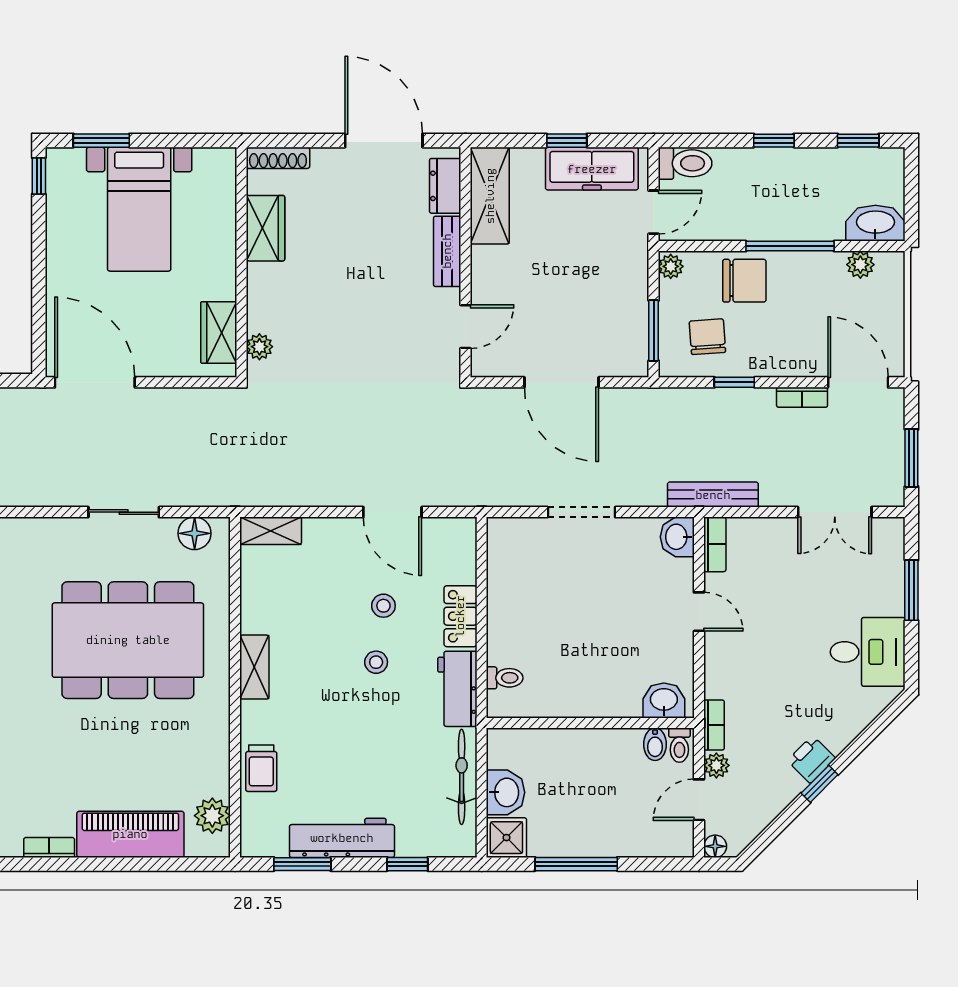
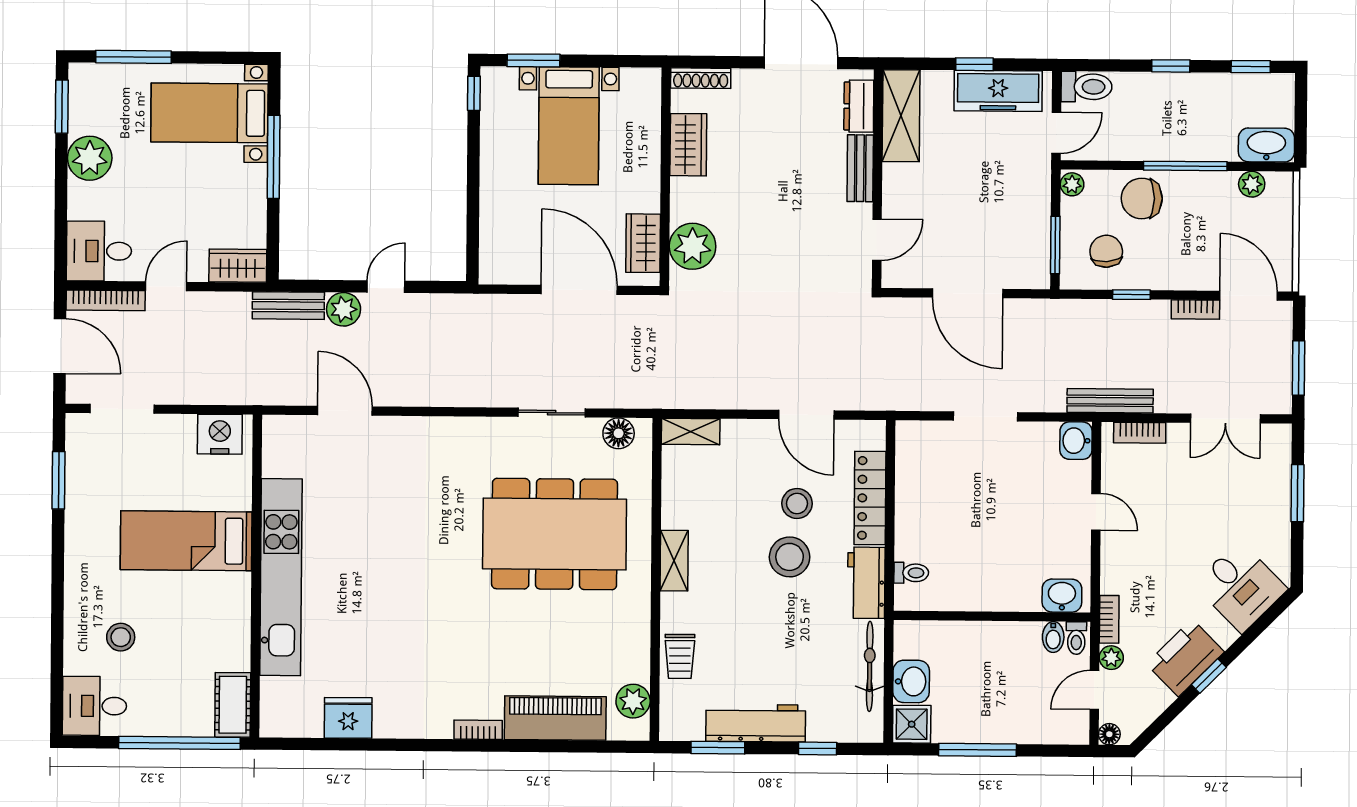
chair: (744, 281) -> (1142, 198), turned 180
plant: (259, 347) -> (693, 246), width x1.87, depth x1.87
door: (95, 382) -> (579, 290), moved
bookcase: (715, 544) -> (1140, 433), moved, turned 90
stool: (383, 606) -> (797, 503), width x1.37, depth x1.37
locker: (460, 616) -> (870, 498), width x1.53
desk: (868, 652) -> (1240, 587), moved, turned 45
stool: (376, 662) -> (790, 557), width x1.89, depth x1.89
printer: (811, 759) -> (1185, 658), width x1.87, depth x1.48

